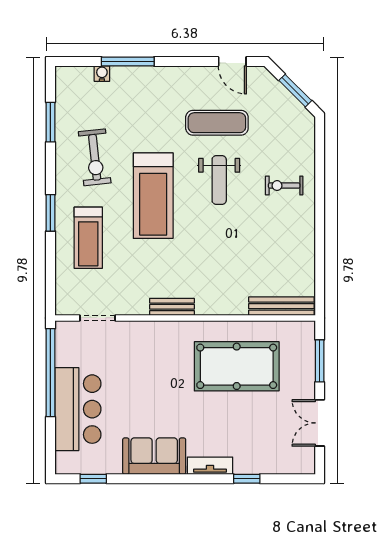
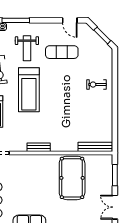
weight bench: (219, 180) -> (27, 48), moved
pool table: (237, 366) -> (72, 178), turned 90

